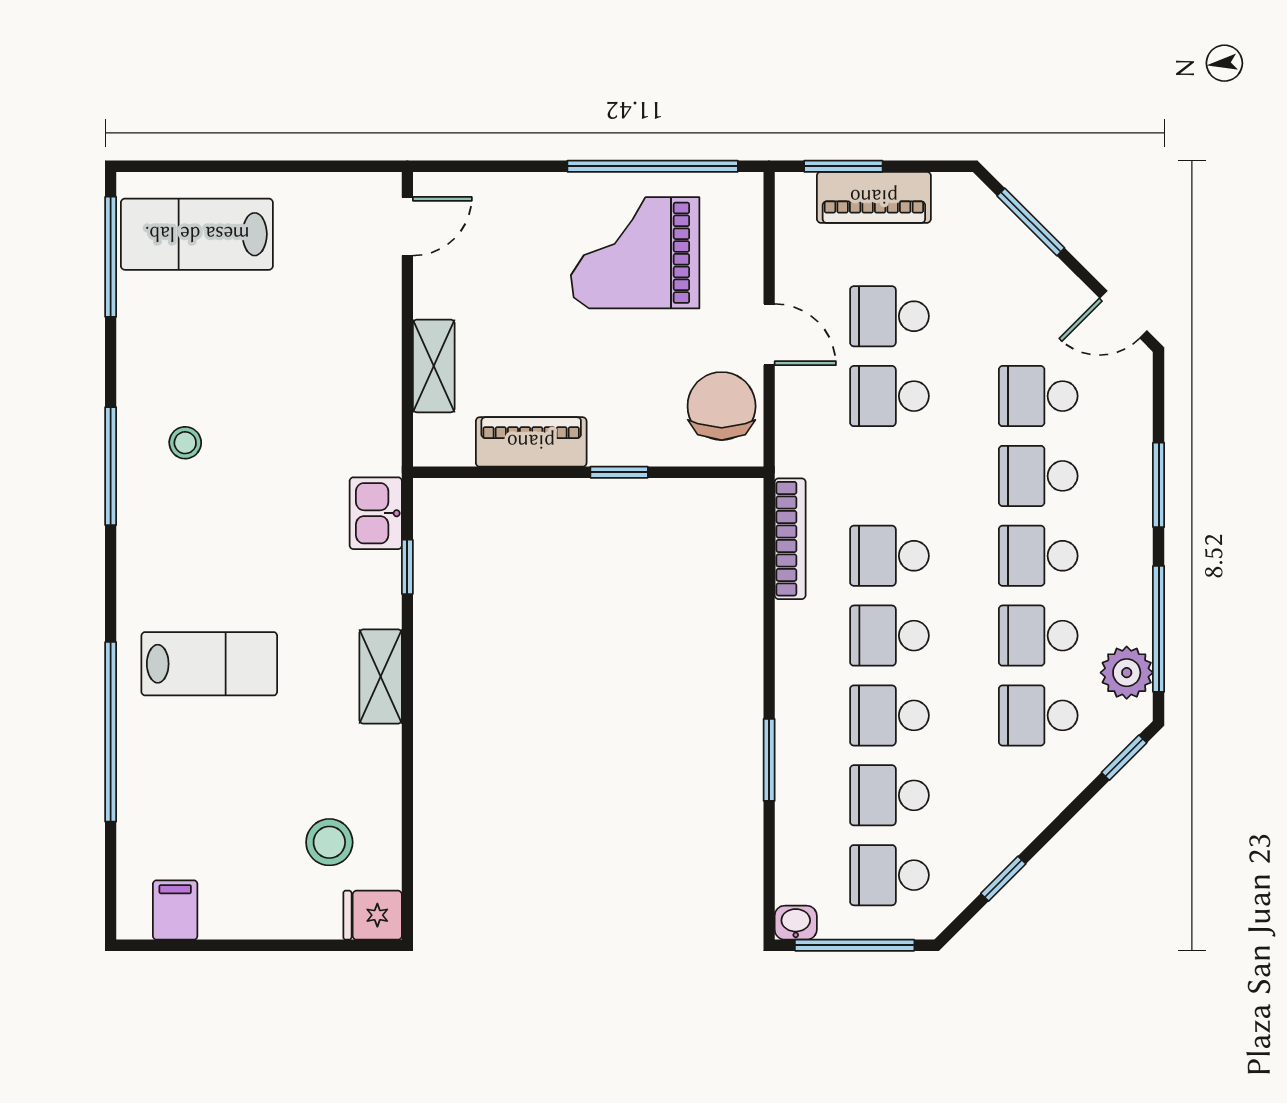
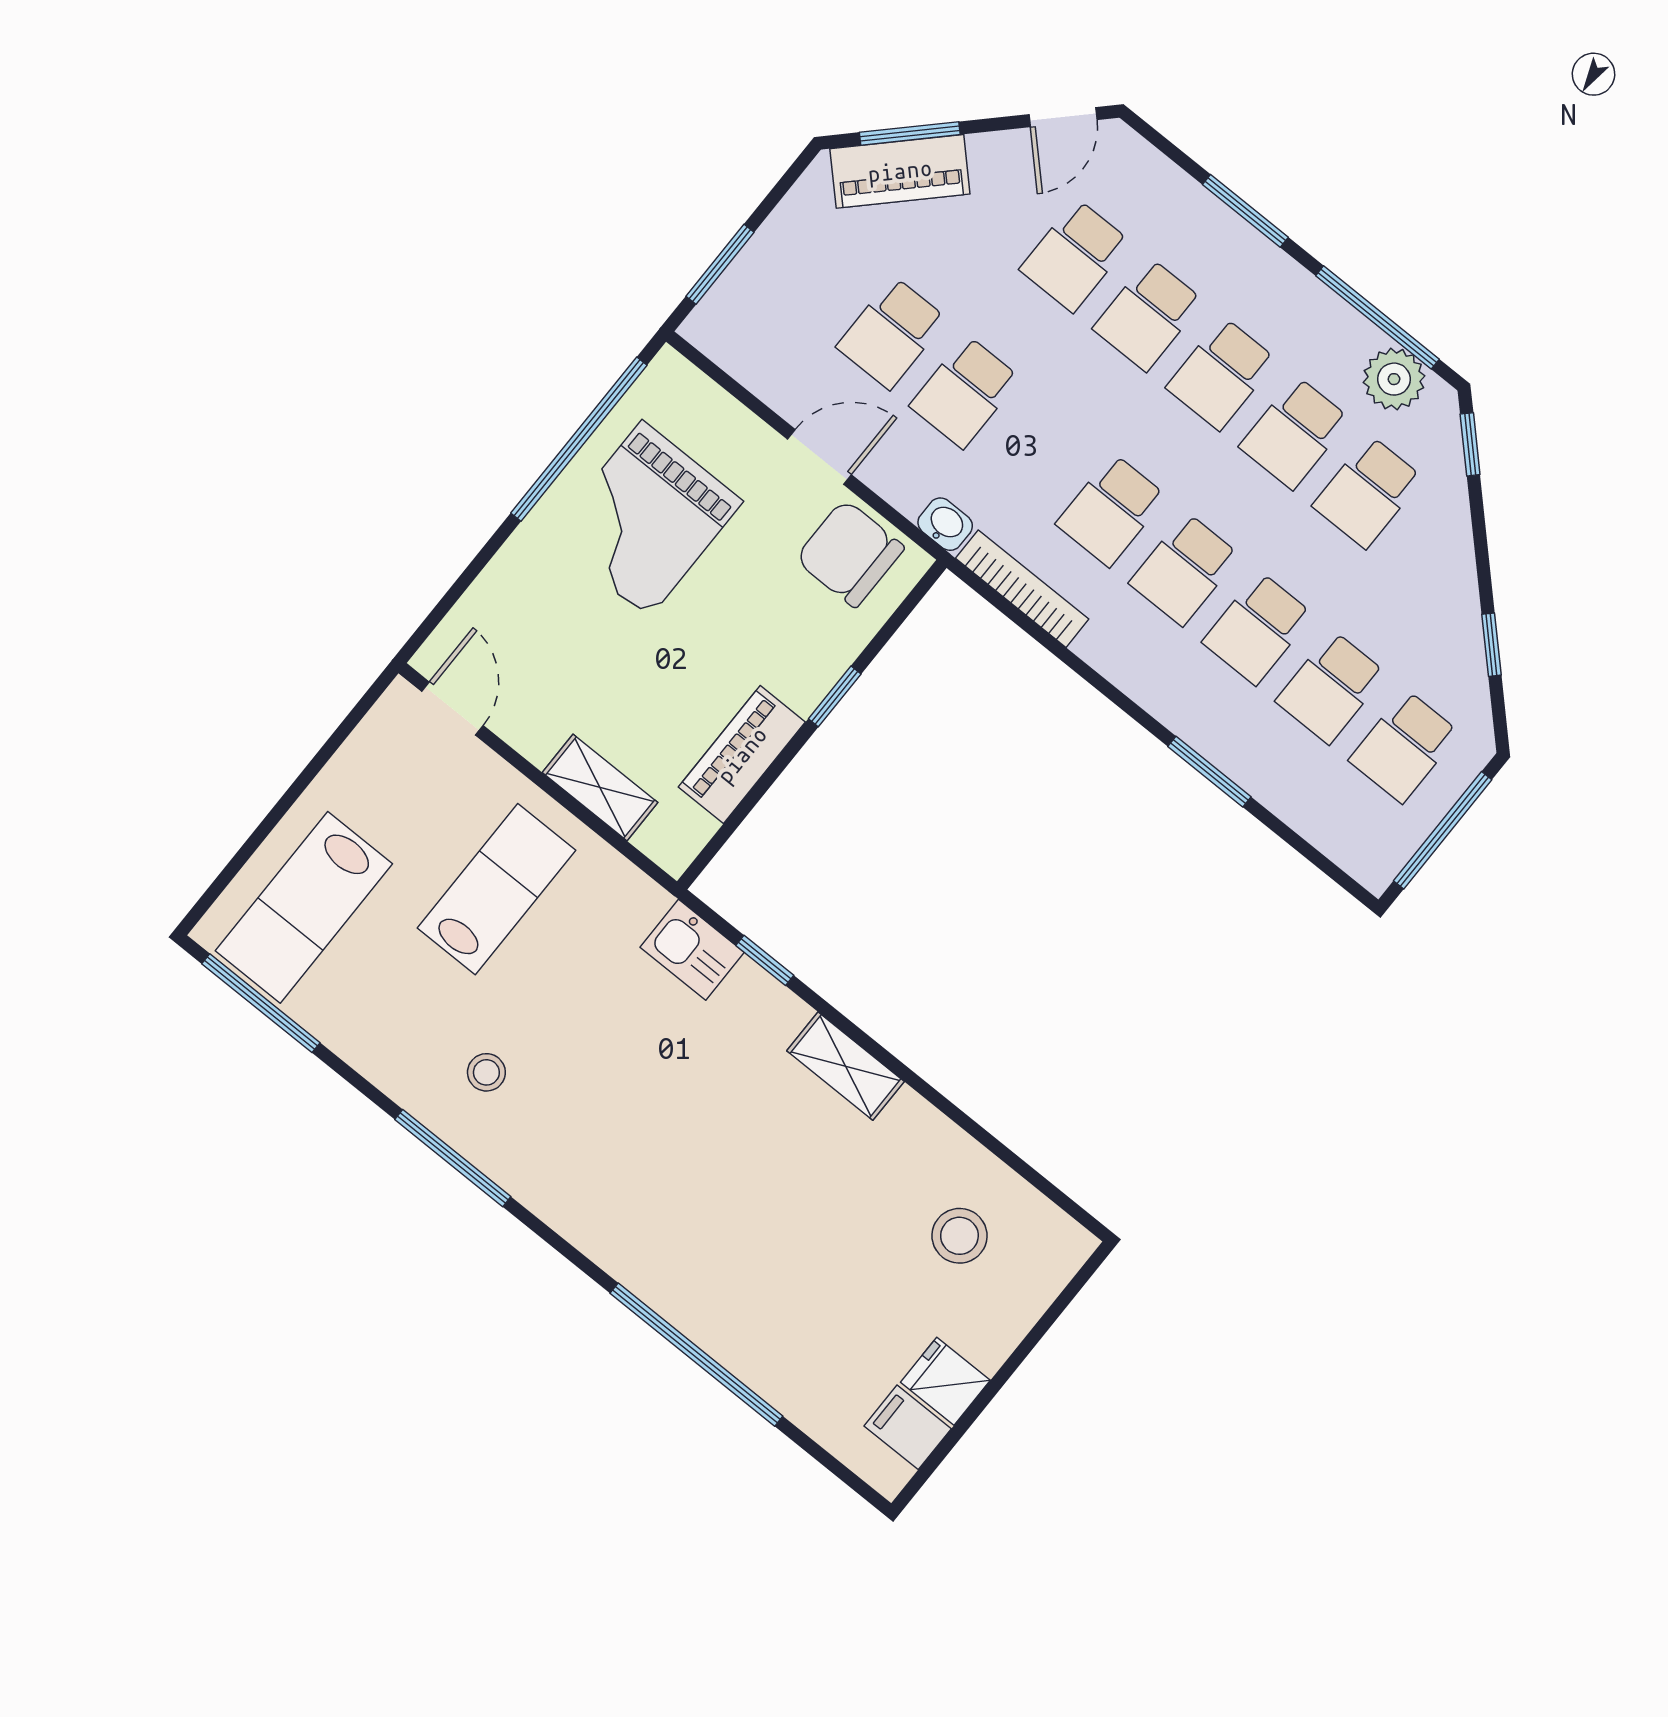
piano: (874, 197) -> (900, 171), moved, turned 45
lab bench: (209, 664) -> (497, 889), moved
fridge: (373, 915) -> (945, 1381), moved, turned 90
washbasin: (796, 923) -> (945, 524), moved, turned 90

